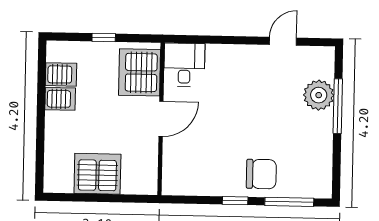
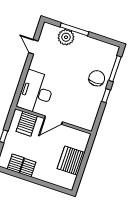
desk: (184, 65) -> (36, 92), width x1.87, depth x1.30
server rack: (140, 72) -> (27, 124), width x0.62
door: (161, 119) -> (53, 120), swing flipped

